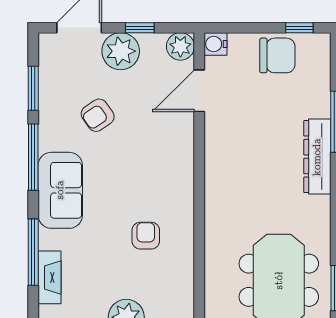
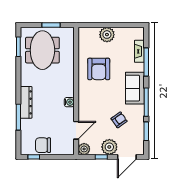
water cooler: (215, 44) -> (69, 102), moved
armchair: (146, 236) -> (99, 69), width x1.88, depth x1.88

